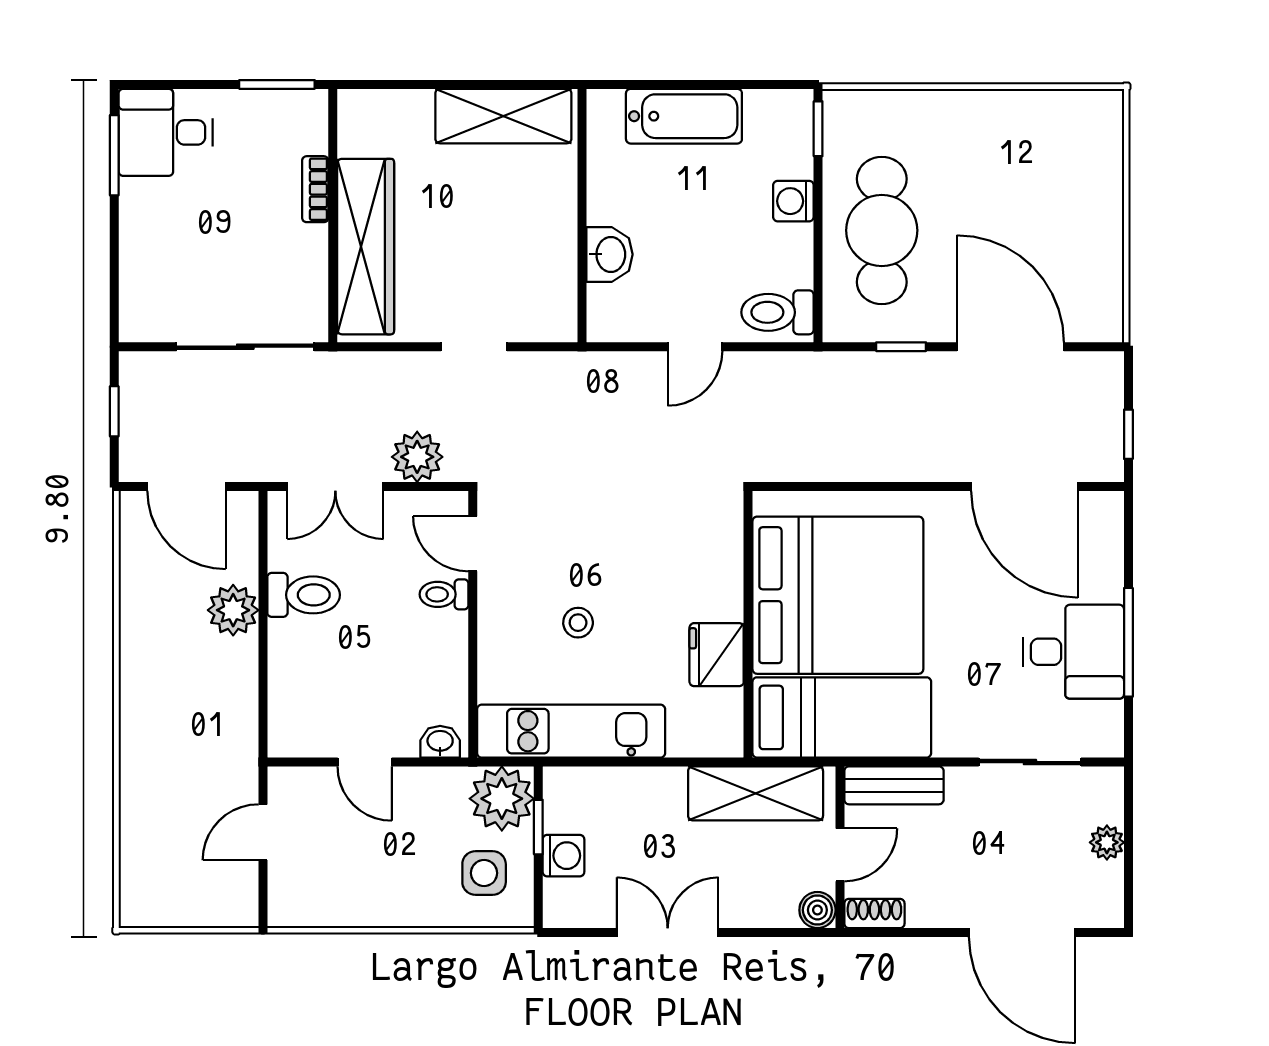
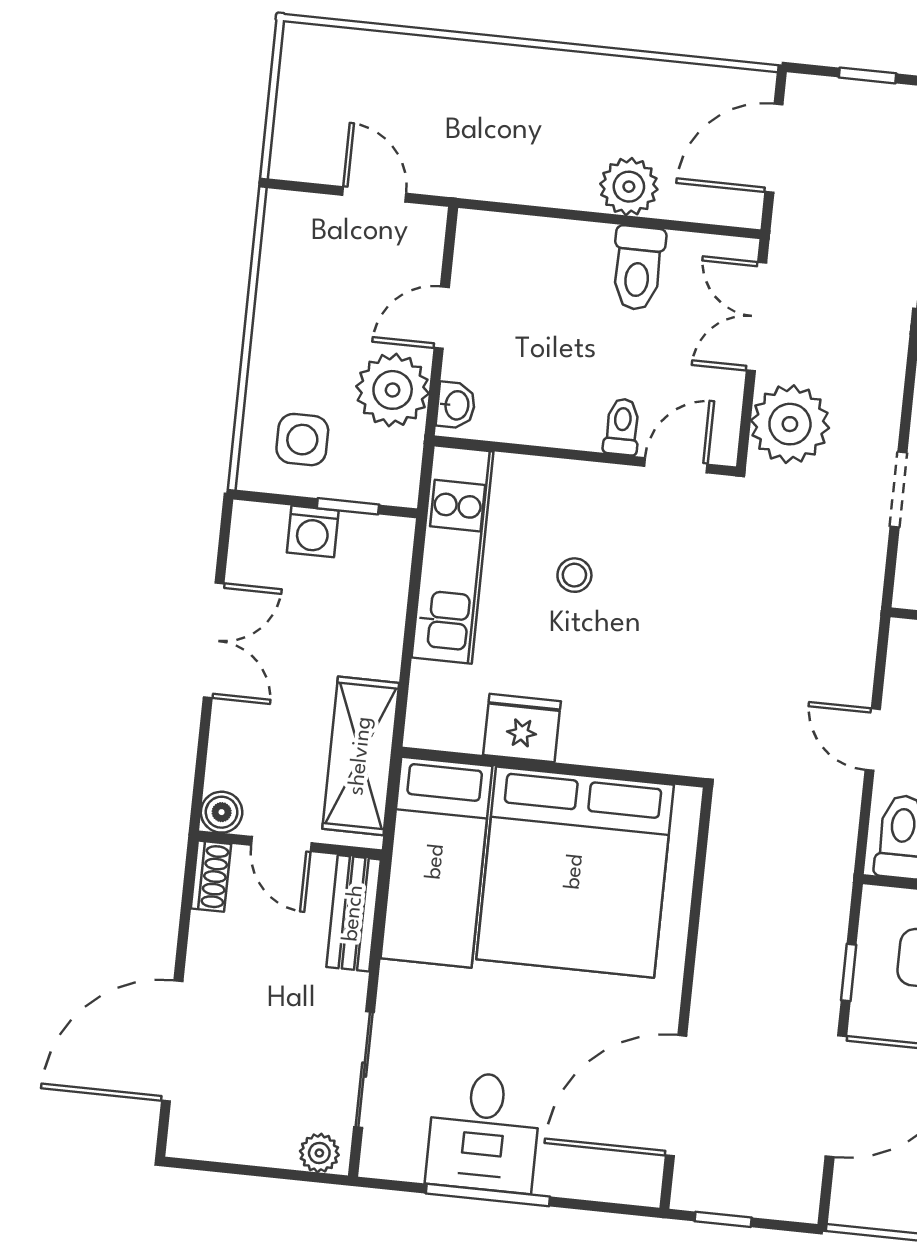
plant: (417, 457) -> (790, 424), width x1.36, depth x1.36
plant: (502, 799) -> (393, 390), moved
plant: (1107, 842) -> (319, 1153), moved

